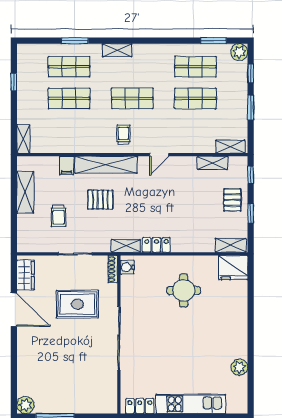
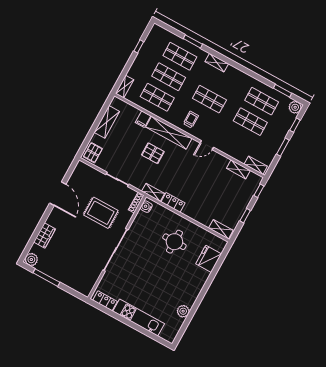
shop shelf: (69, 130) -> (157, 97), added
pallet: (232, 200) -> (93, 153), moved
trolley: (59, 216) -> (120, 149), removed
fridge: (233, 268) -> (209, 259), moved, turned 90
wardrobe: (25, 275) -> (45, 235), moved

